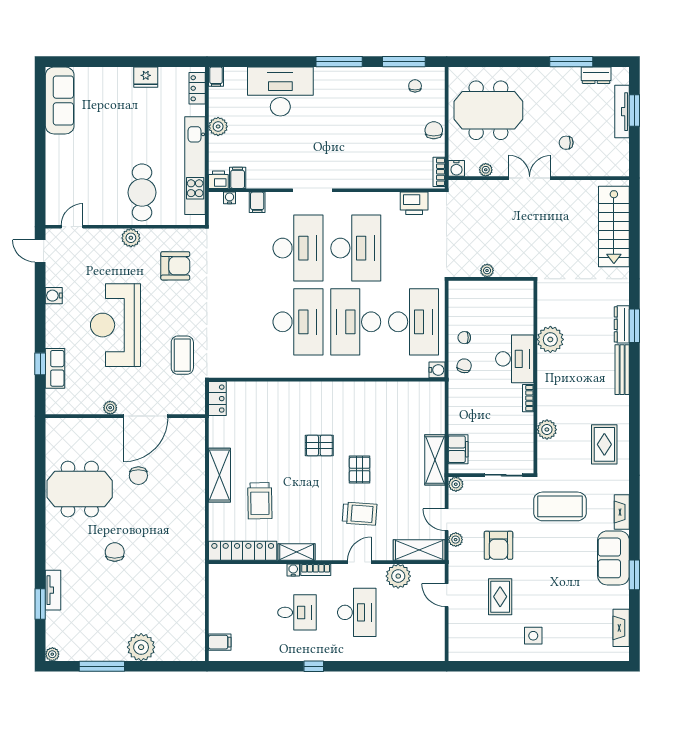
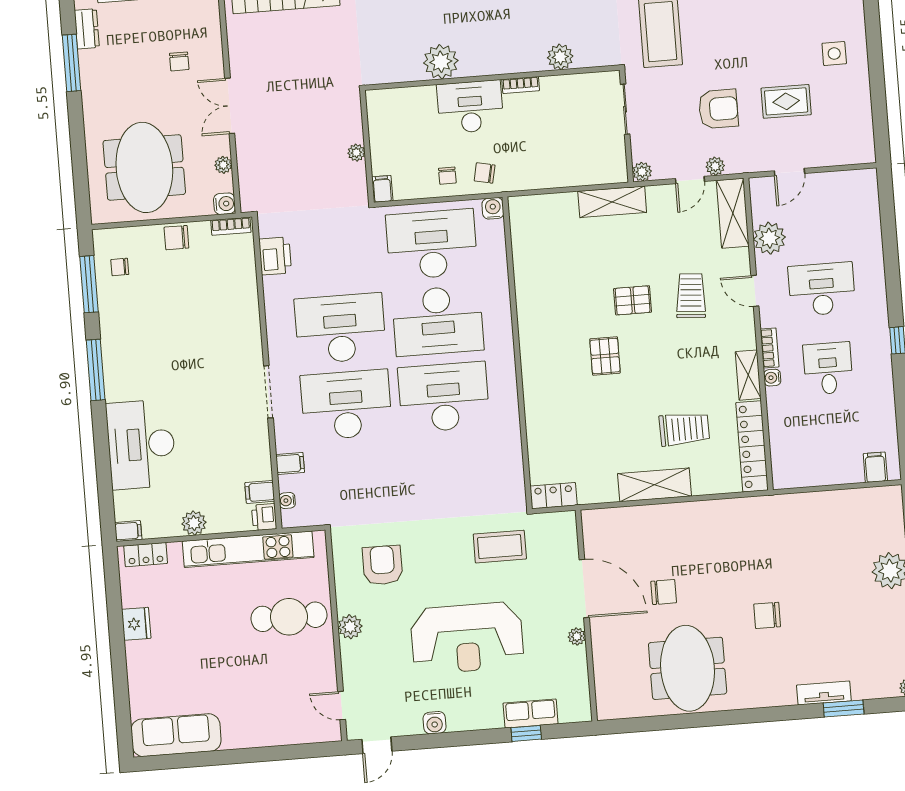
filing cabinet: (458, 449) -> (382, 189), moved, width x0.50

